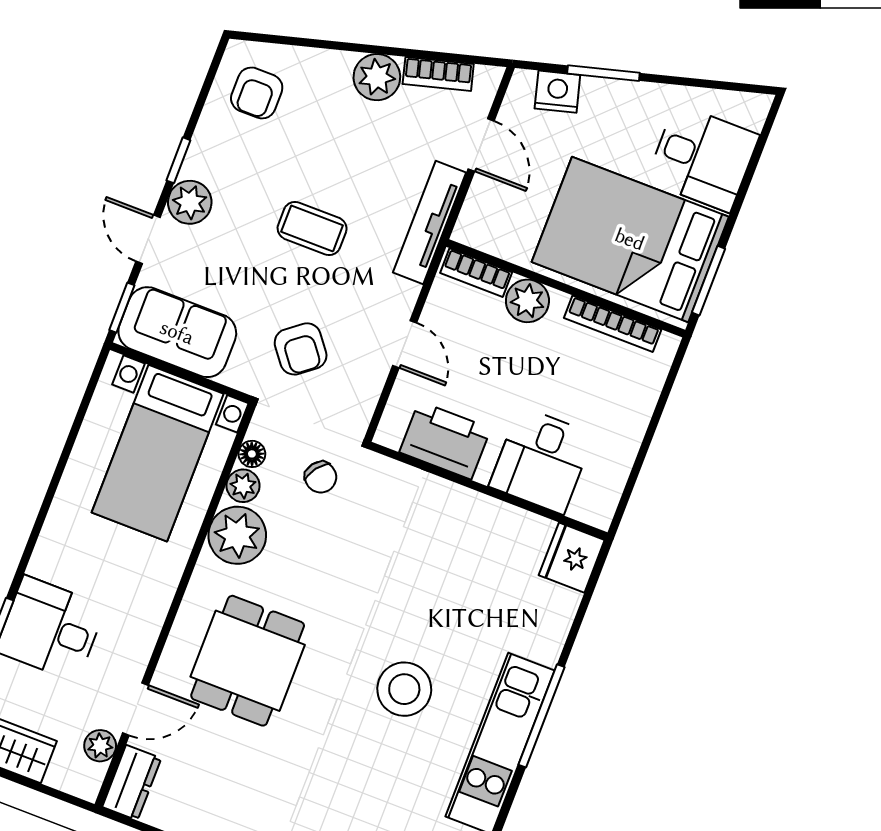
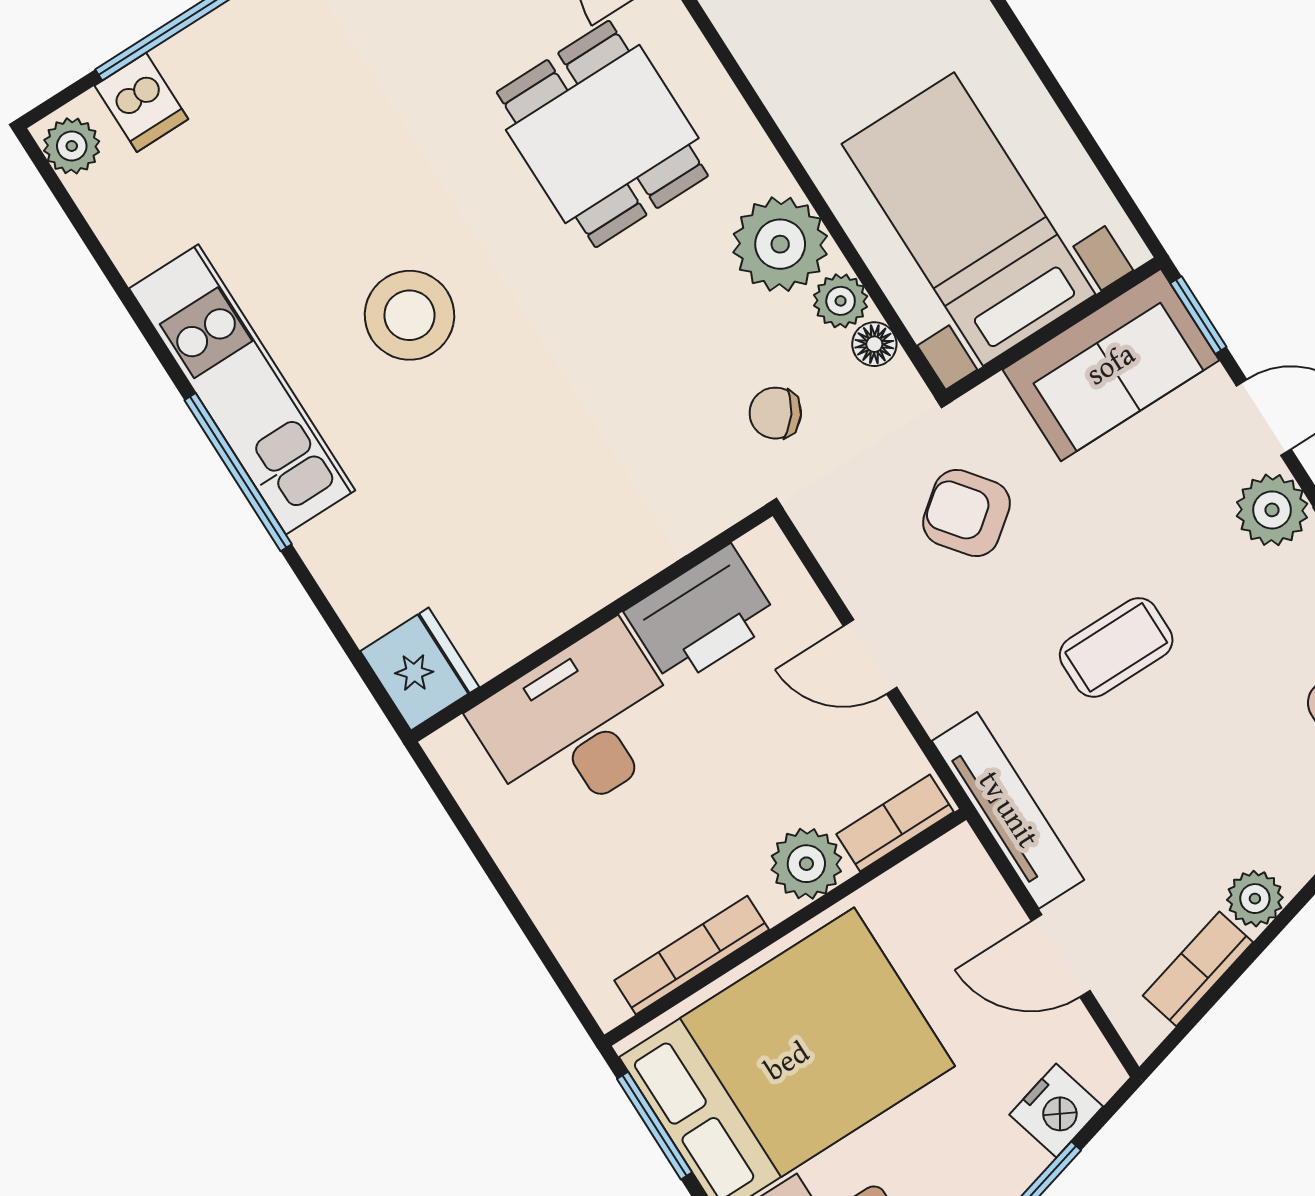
plant: (377, 77) -> (1255, 899), width x0.73, depth x0.73
desk: (542, 460) -> (579, 725), width x1.37

